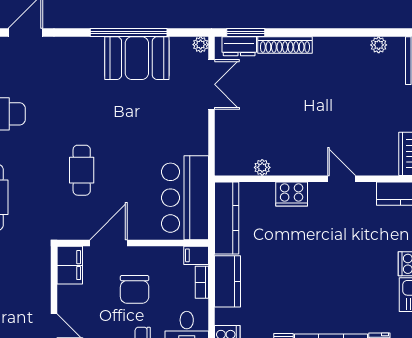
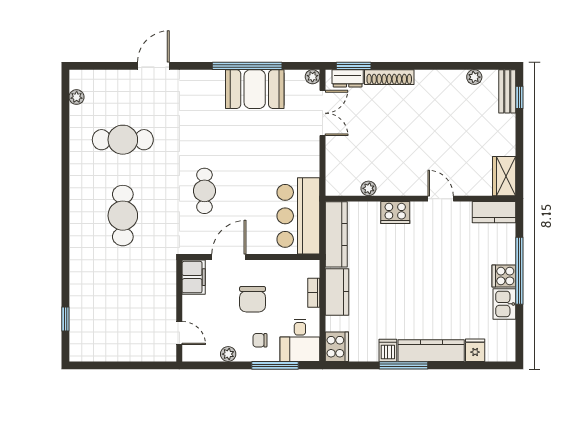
filing cabinet: (196, 255) -> (308, 268), removed

